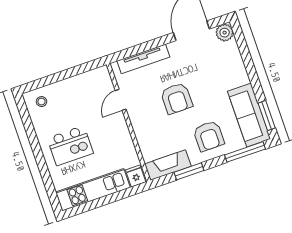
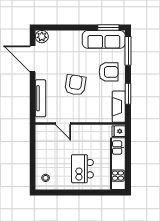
armchair: (177, 98) -> (75, 85), turned -81
kitchen island: (70, 146) -> (82, 169), turned 180

